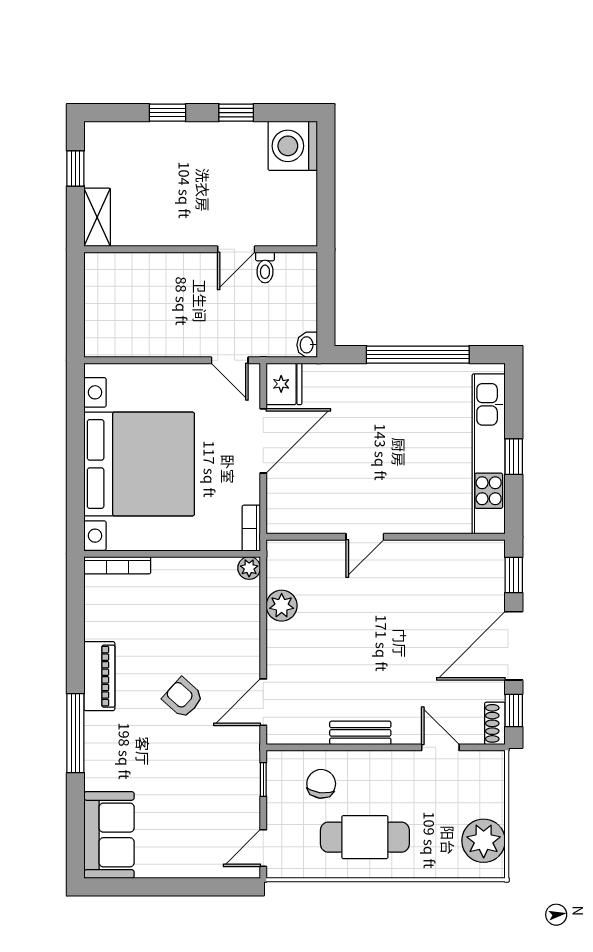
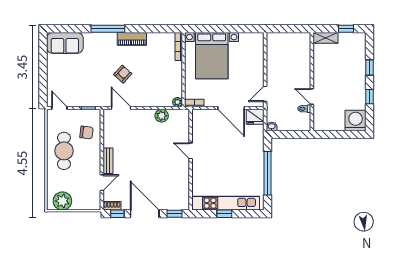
bed with nightstands: (139, 464) -> (212, 56), width x0.73
bench: (360, 733) -> (108, 161), moved

